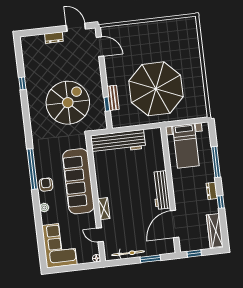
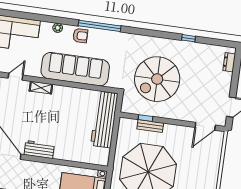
dresser: (54, 38) -> (229, 62), moved
spiral stairs: (68, 103) -> (157, 79), turned 90
workbench: (161, 190) -> (39, 149), width x0.73

